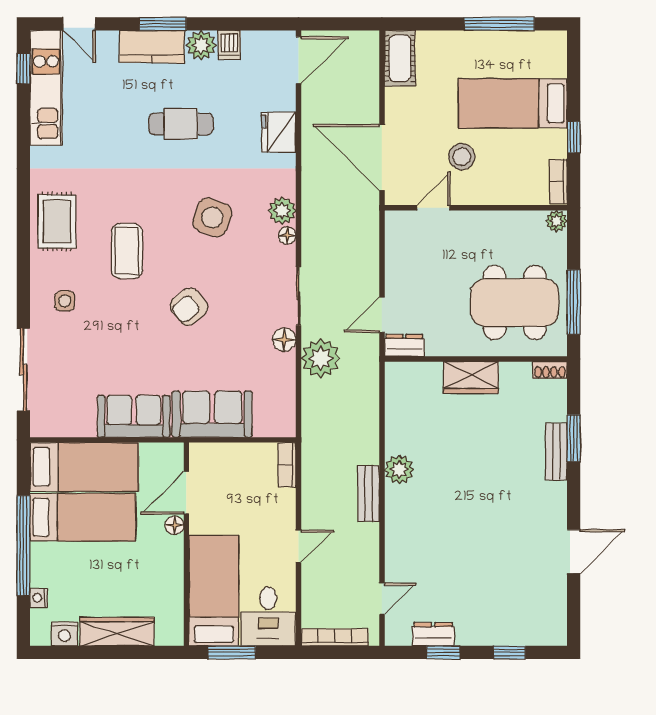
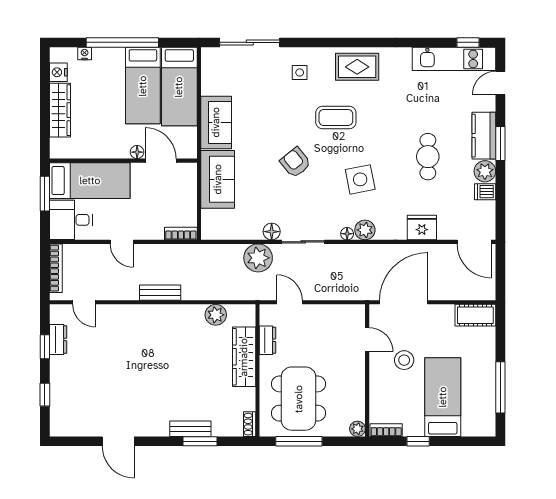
side table: (212, 217) -> (360, 179), turned -31
dresser: (404, 345) -> (267, 340), moved
wardrobe: (471, 378) -> (244, 357), width x1.50
plant: (399, 470) -> (216, 315), moved

